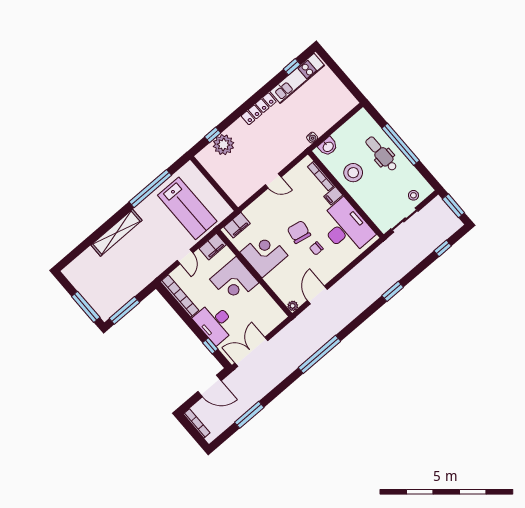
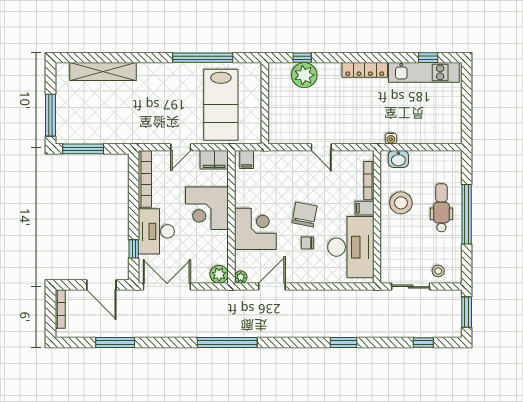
filing cabinet: (237, 225) -> (247, 160), width x0.50
shelving: (116, 233) -> (103, 72), moved
corner desk: (264, 254) -> (255, 229), moved
plant: (278, 316) -> (219, 274), added

